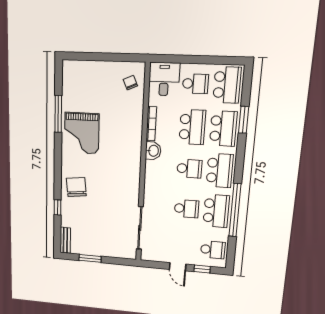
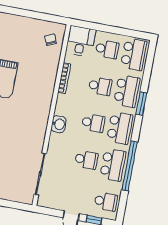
window: (244, 120) -> (141, 104), moved
school desk: (192, 127) -> (100, 86), width x0.54
washbasin: (153, 151) -> (59, 124), moved

